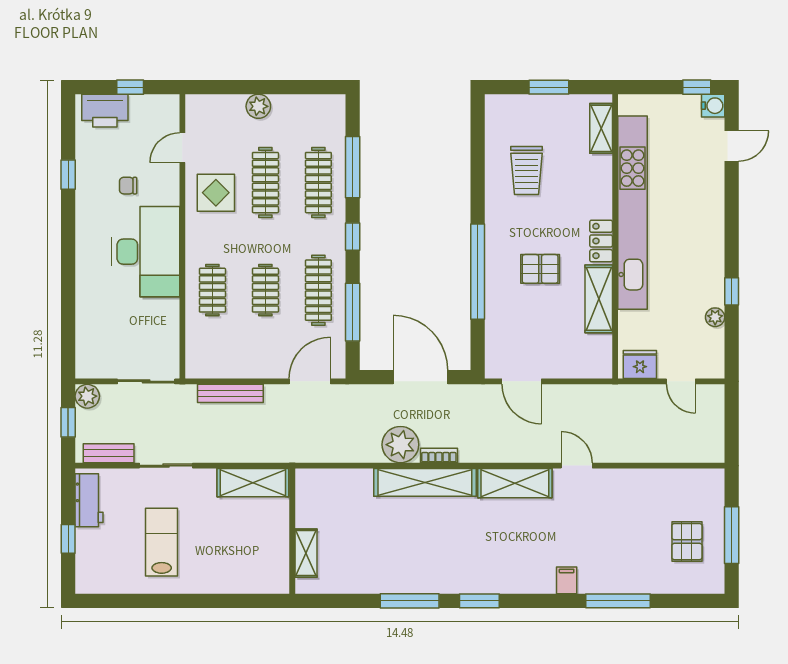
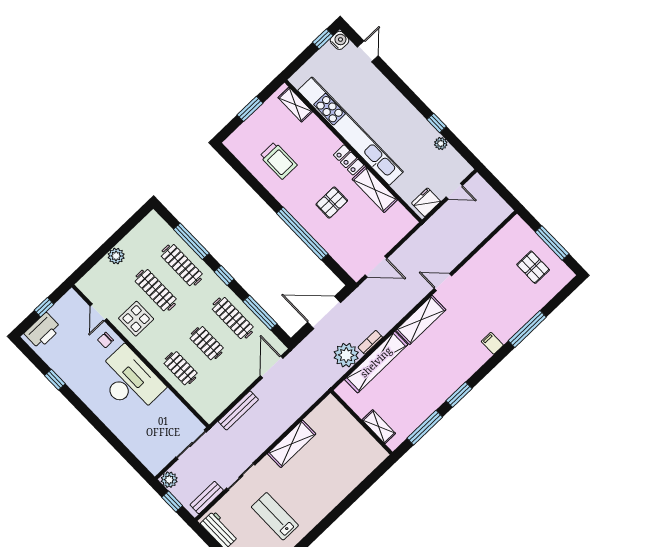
chair: (128, 186) -> (106, 340), moved
wall: (292, 531) -> (362, 422), moved
shelving: (306, 553) -> (379, 427), moved

